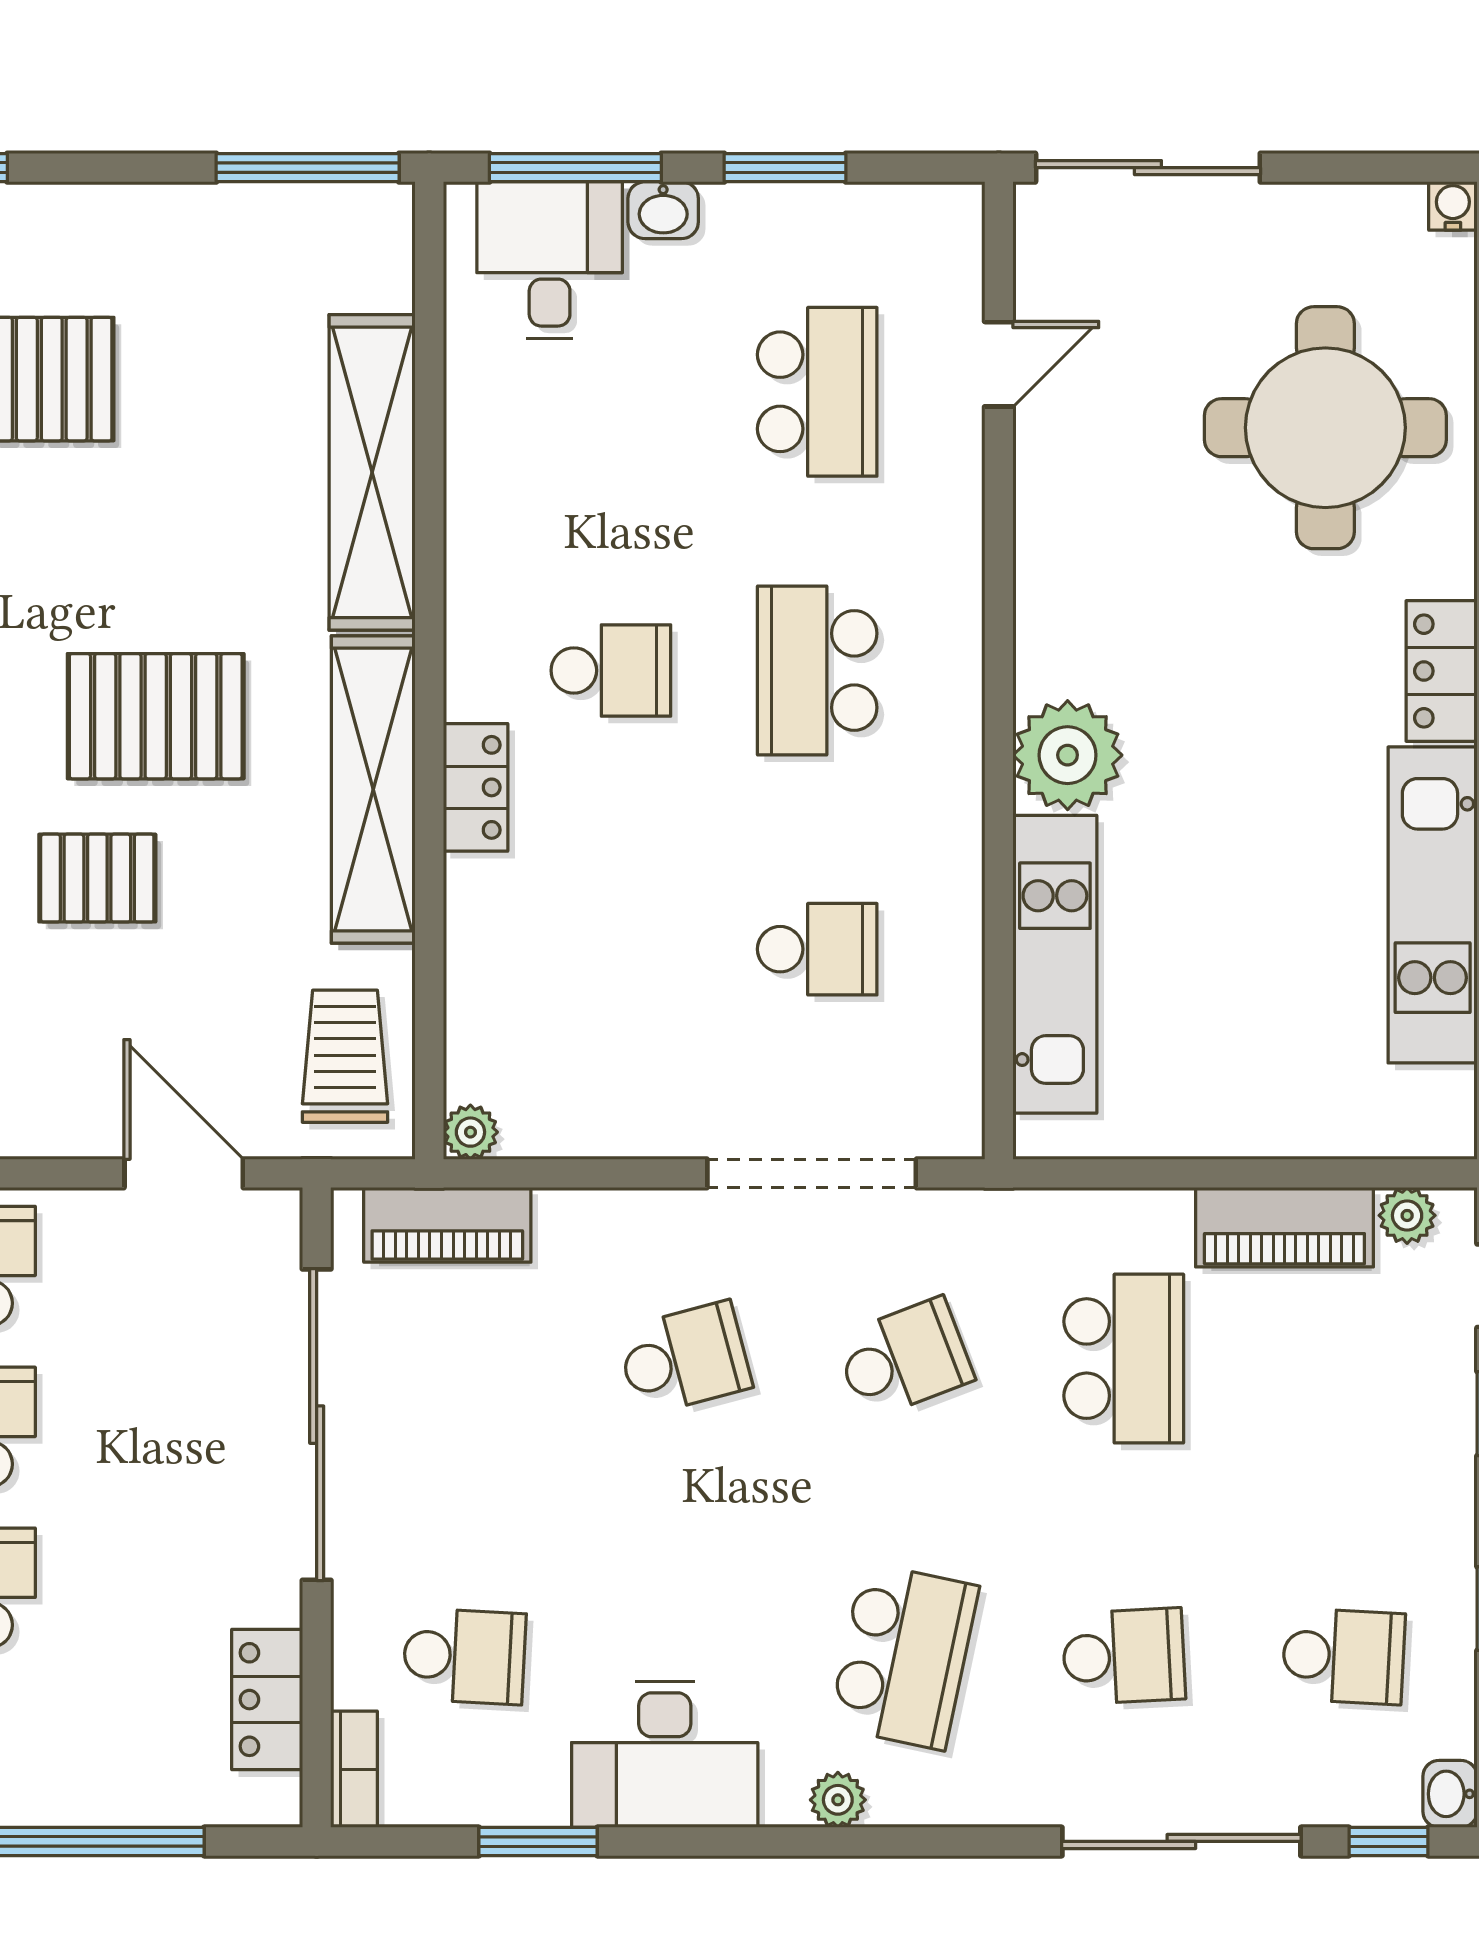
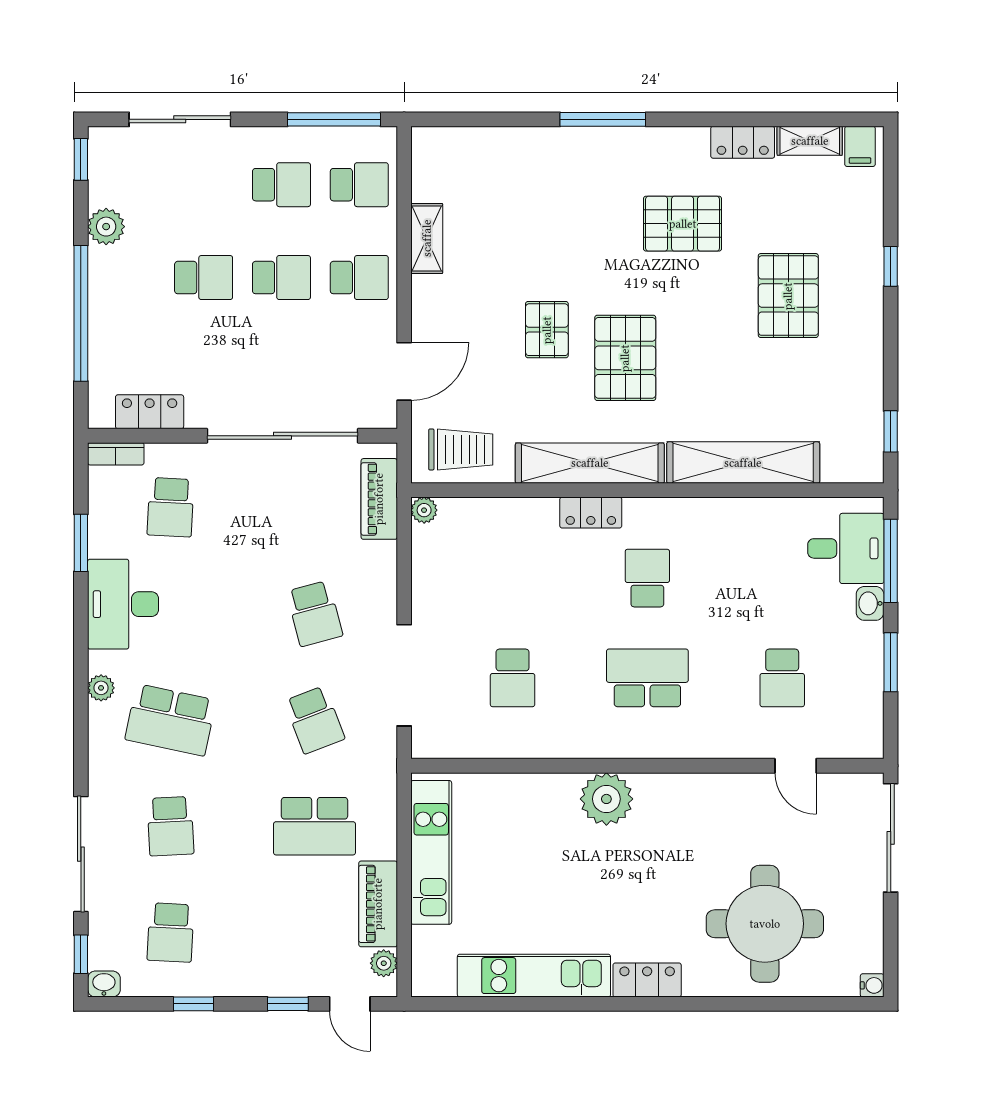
window: (308, 168) -> (891, 431), width x0.46
school desk: (817, 392) -> (782, 678), width x0.54
school desk: (611, 670) -> (647, 578), turned 180
kitchen unit: (1055, 964) -> (431, 852), moved, turned -90

